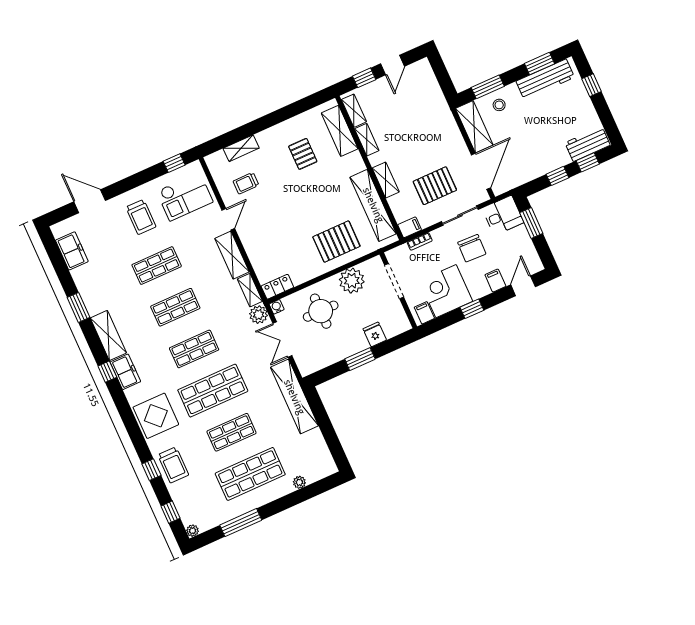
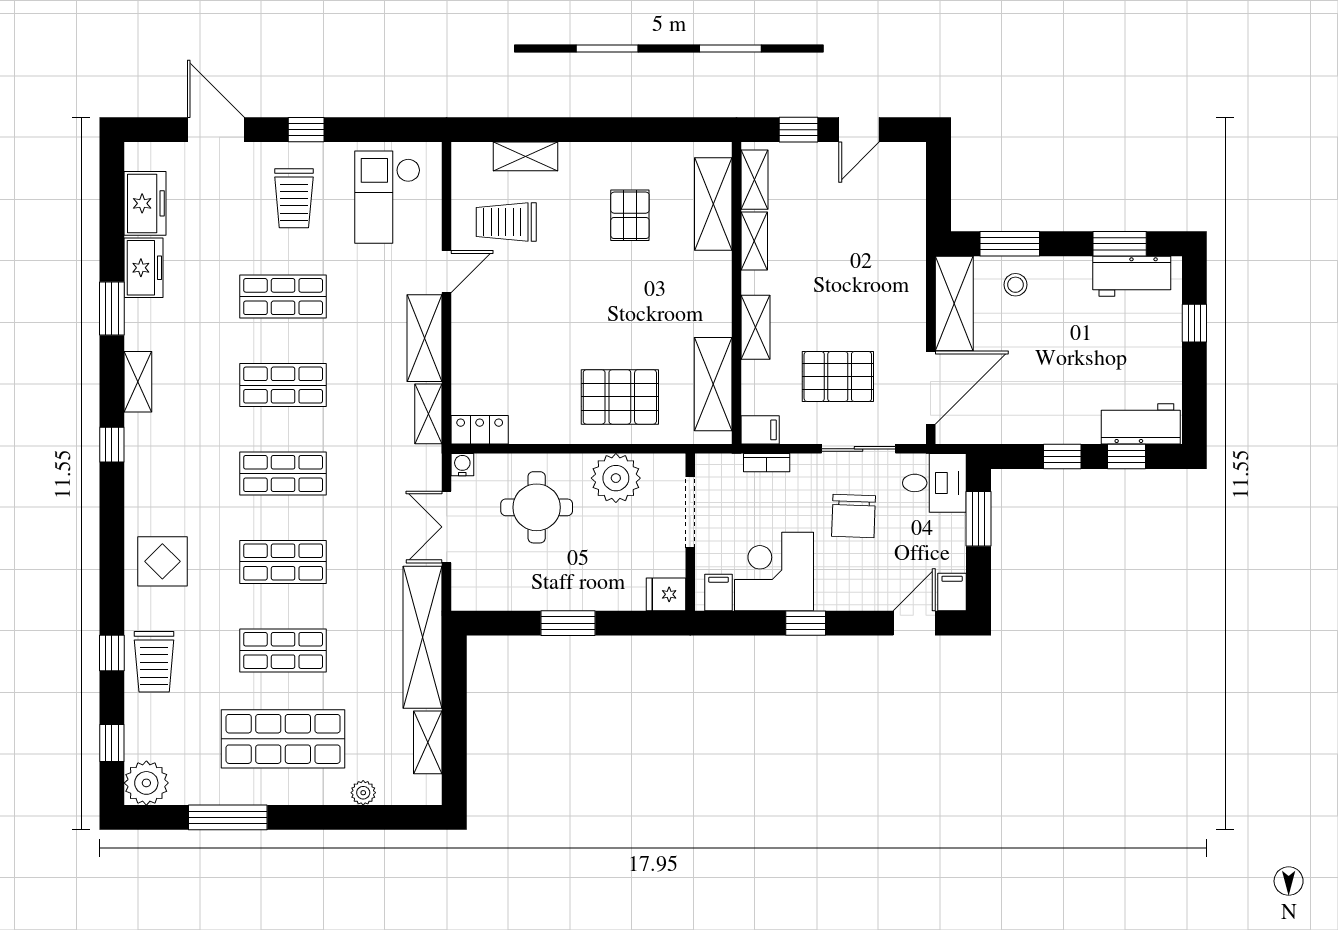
workbench: (545, 79) -> (1132, 276), width x0.73
window: (174, 163) -> (306, 130), moved
trolley: (246, 183) -> (506, 222), width x1.36, depth x1.39
checkout: (185, 197) -> (387, 197), turned 90
shelving: (373, 205) -> (713, 384), width x0.68
filing cabinet: (495, 281) -> (952, 592), moved
plant: (259, 315) -> (424, 464), removed
fridge: (375, 334) -> (666, 594), moved, turned -90
shelving: (108, 335) -> (138, 382), width x0.67, depth x0.75
freezer: (125, 372) -> (144, 268), moved
shop shelf: (213, 391) -> (283, 562), width x0.70, depth x0.74
display table: (156, 416) -> (162, 561), width x0.73, depth x0.73
shelving: (319, 445) -> (428, 742), added
plant: (192, 531) -> (146, 783), width x1.88, depth x1.88

